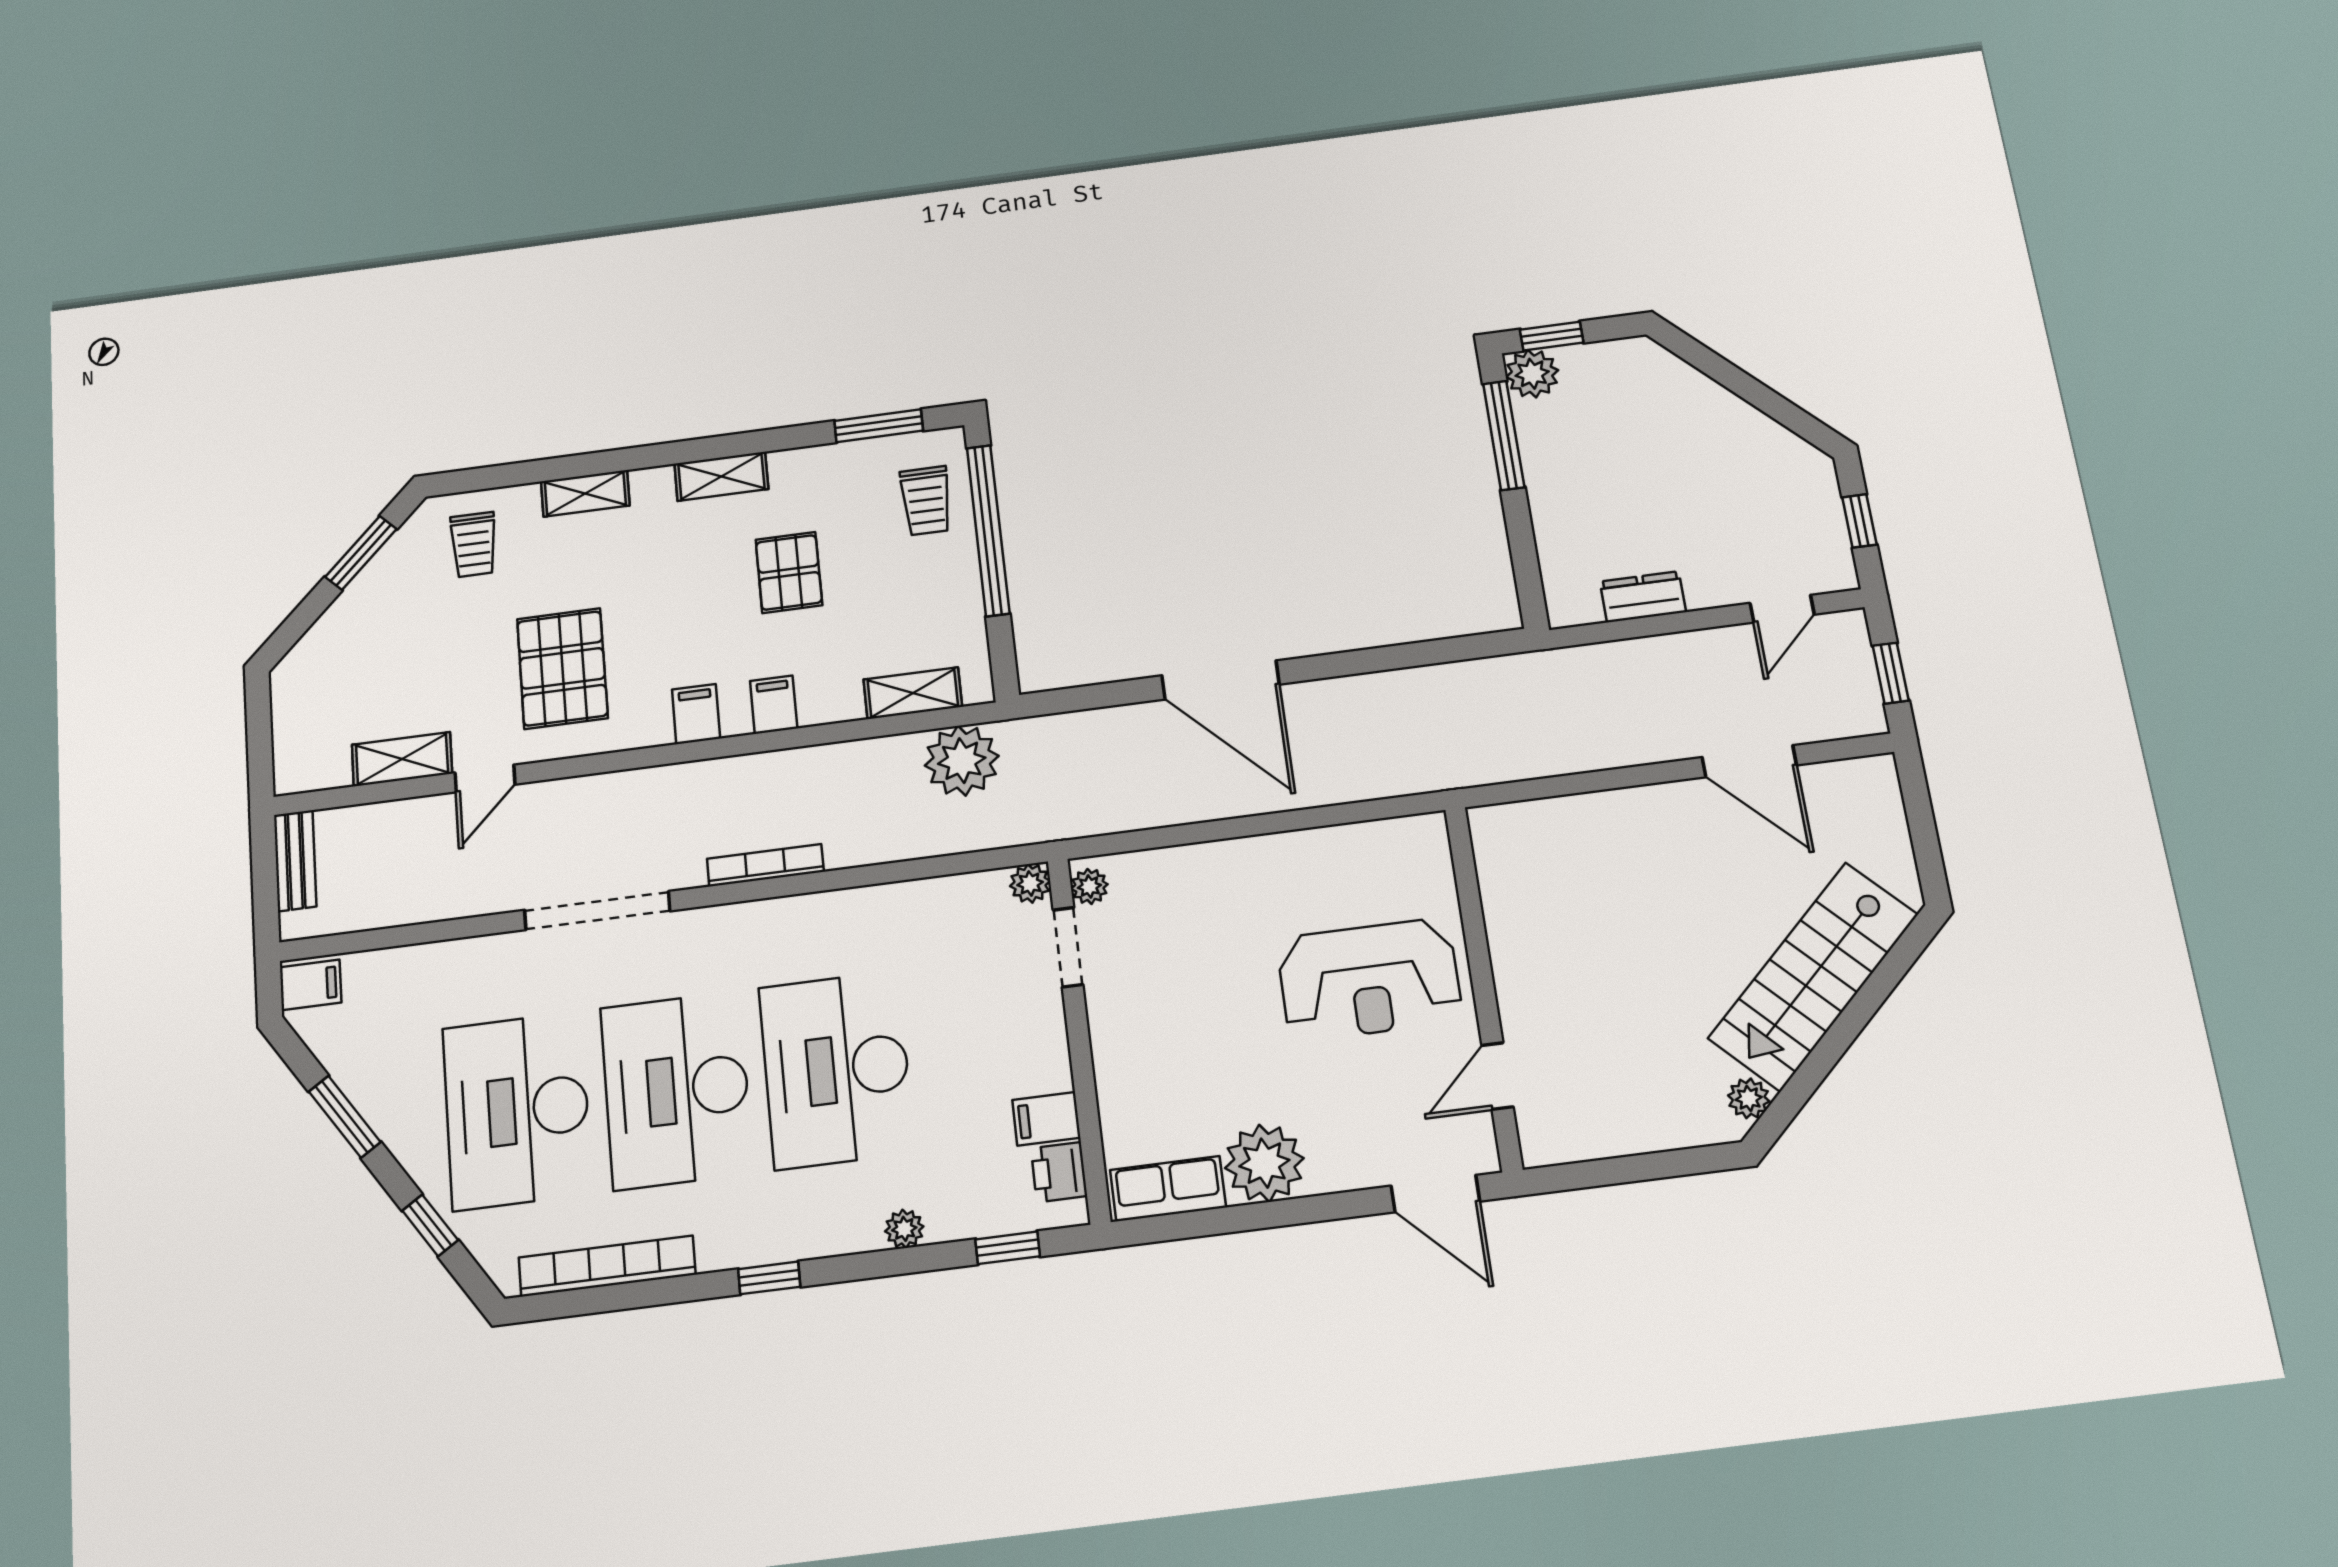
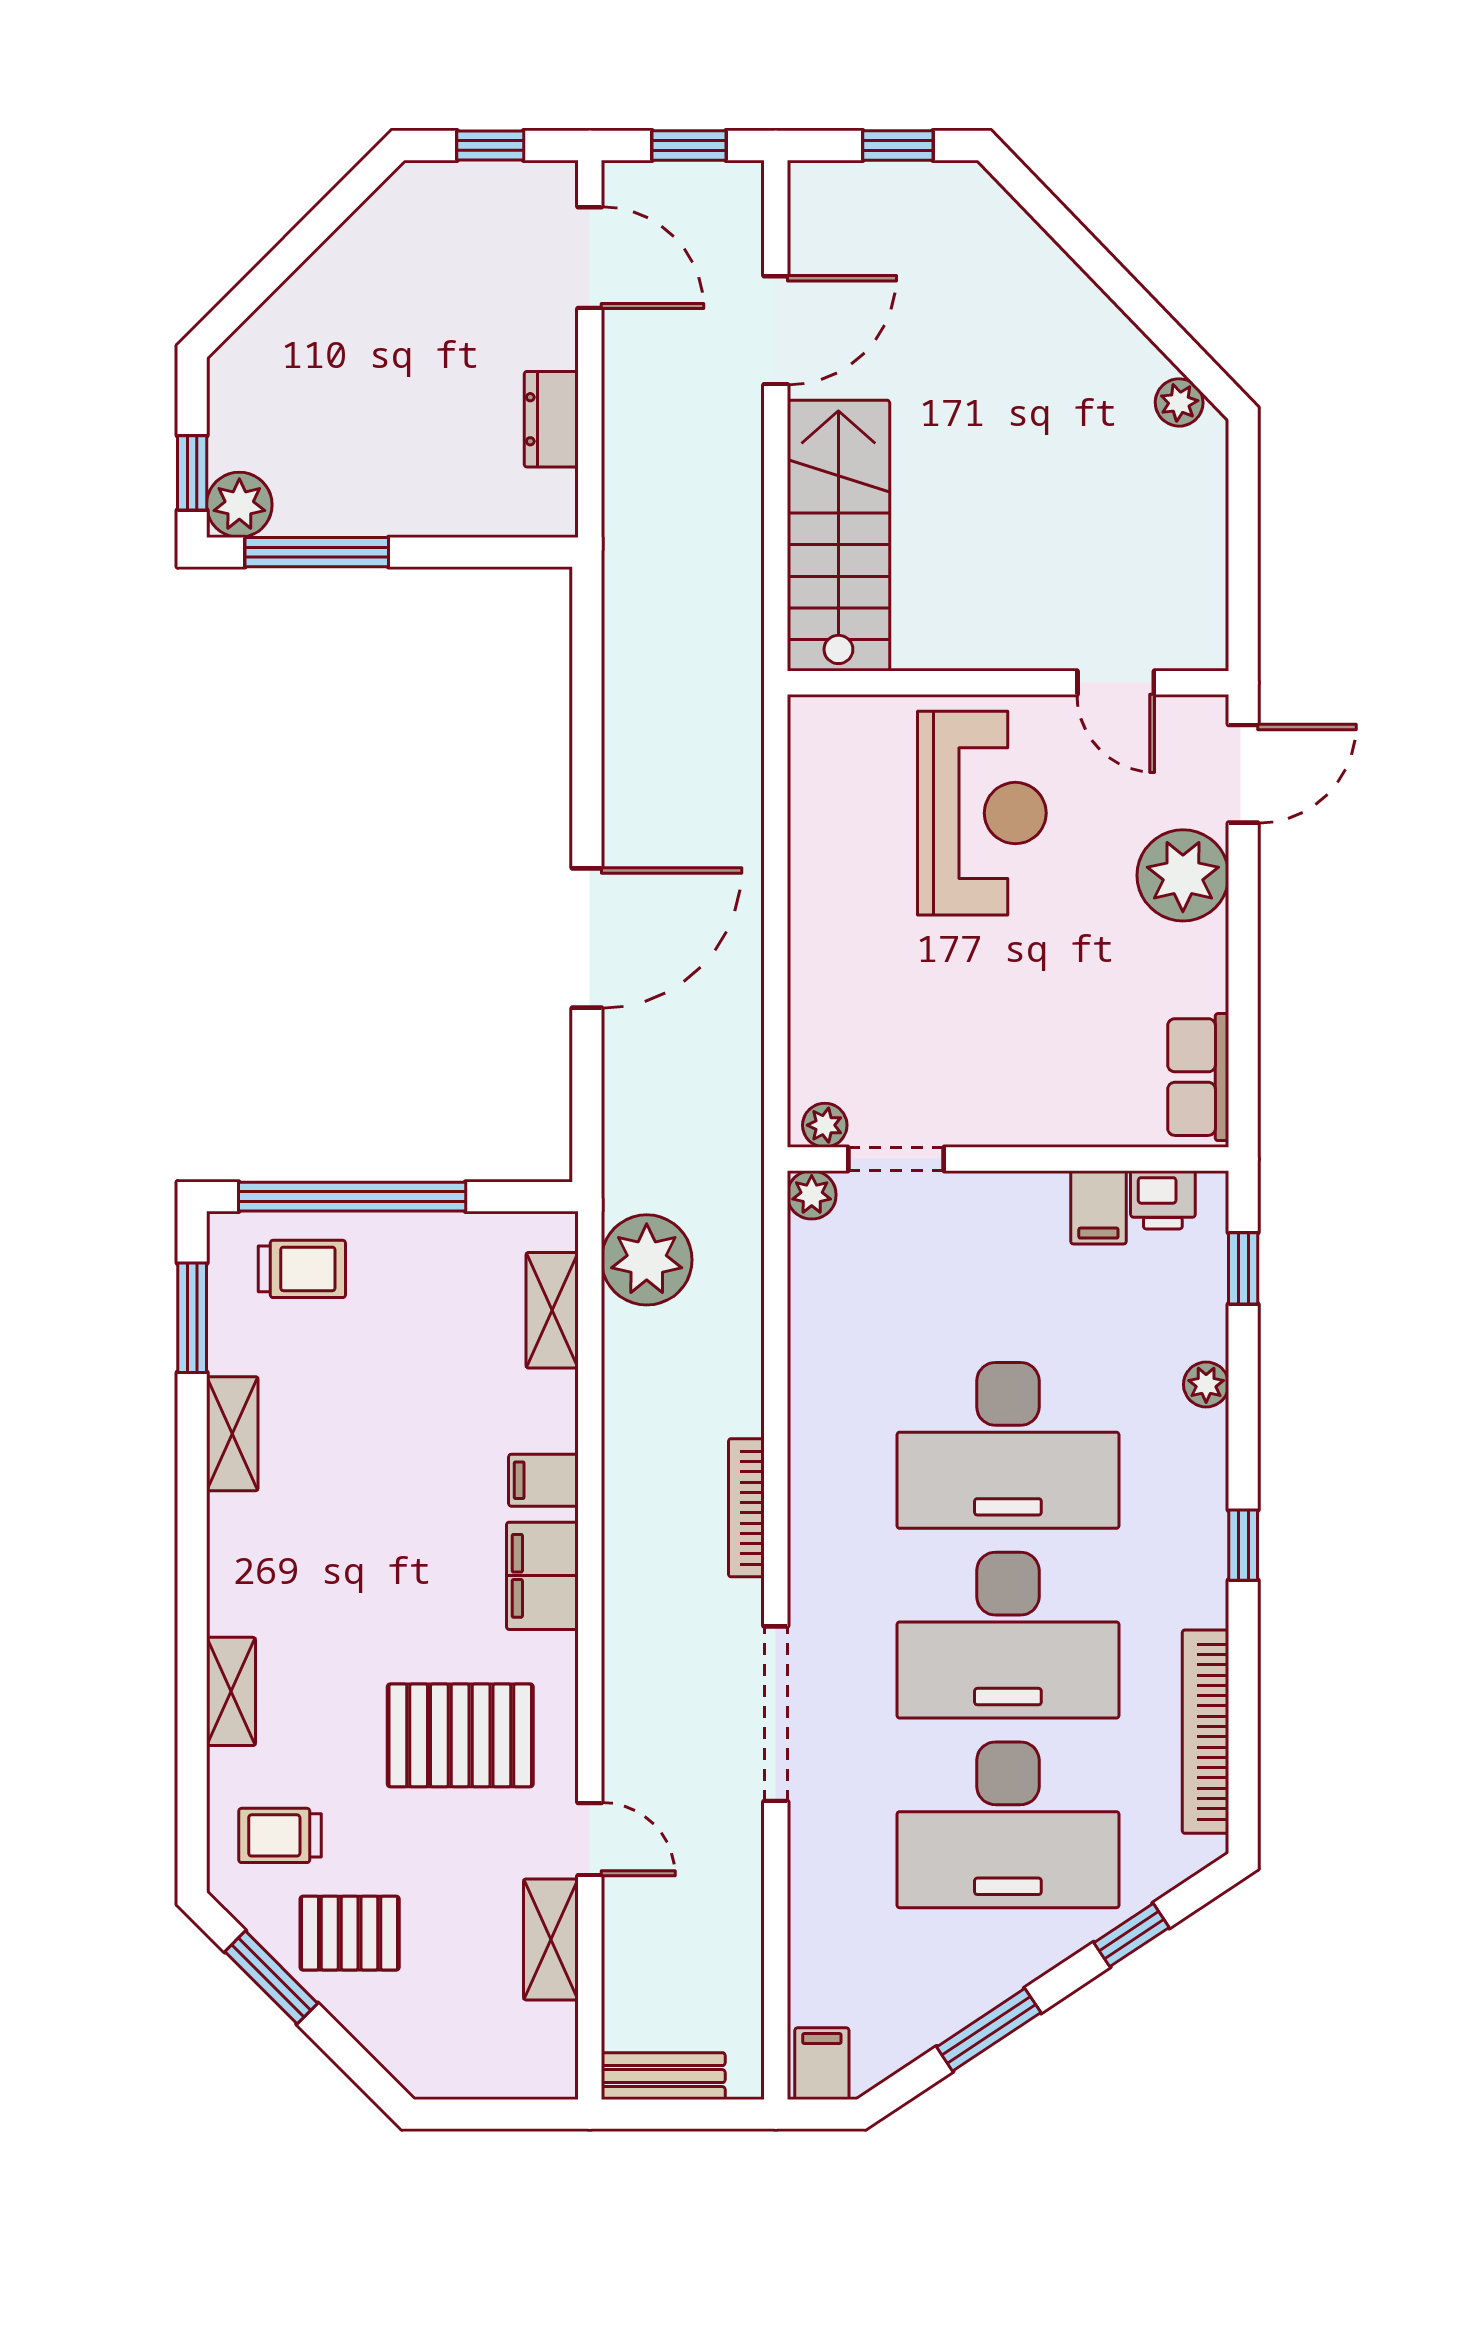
shelving: (721, 476) -> (232, 1434), moved
trolley: (474, 545) -> (280, 1835), turned 180
pallet: (789, 572) -> (350, 1933), moved
door: (1782, 609) -> (590, 258), width x1.38
filing cabinet: (696, 714) -> (542, 1576), width x2.00
window: (1925, 838) -> (898, 146), added
stairs: (1813, 976) -> (838, 536), moved, turned -136
plant: (1264, 1163) -> (1183, 875), moved

